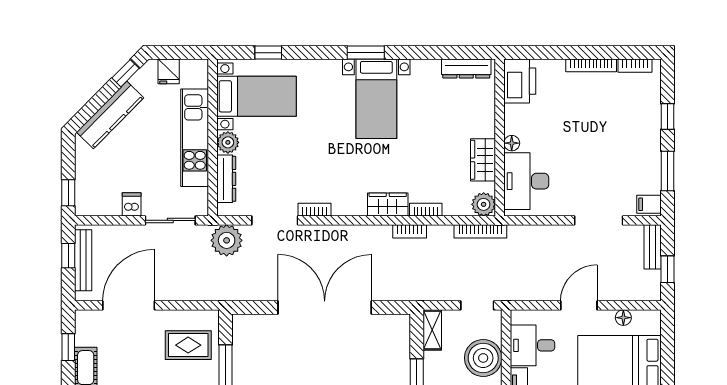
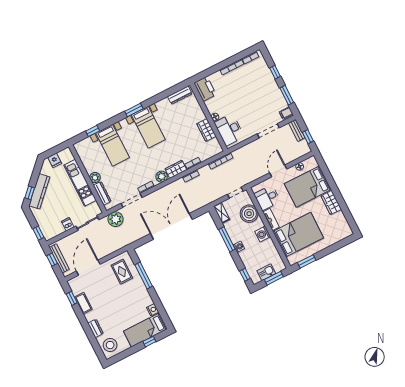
window: (126, 73) -> (30, 193), moved
bed with nightstands: (257, 96) -> (113, 145), moved, turned 90
plant: (484, 204) -> (162, 177), moved
rug: (188, 345) -> (122, 272), turned 90

